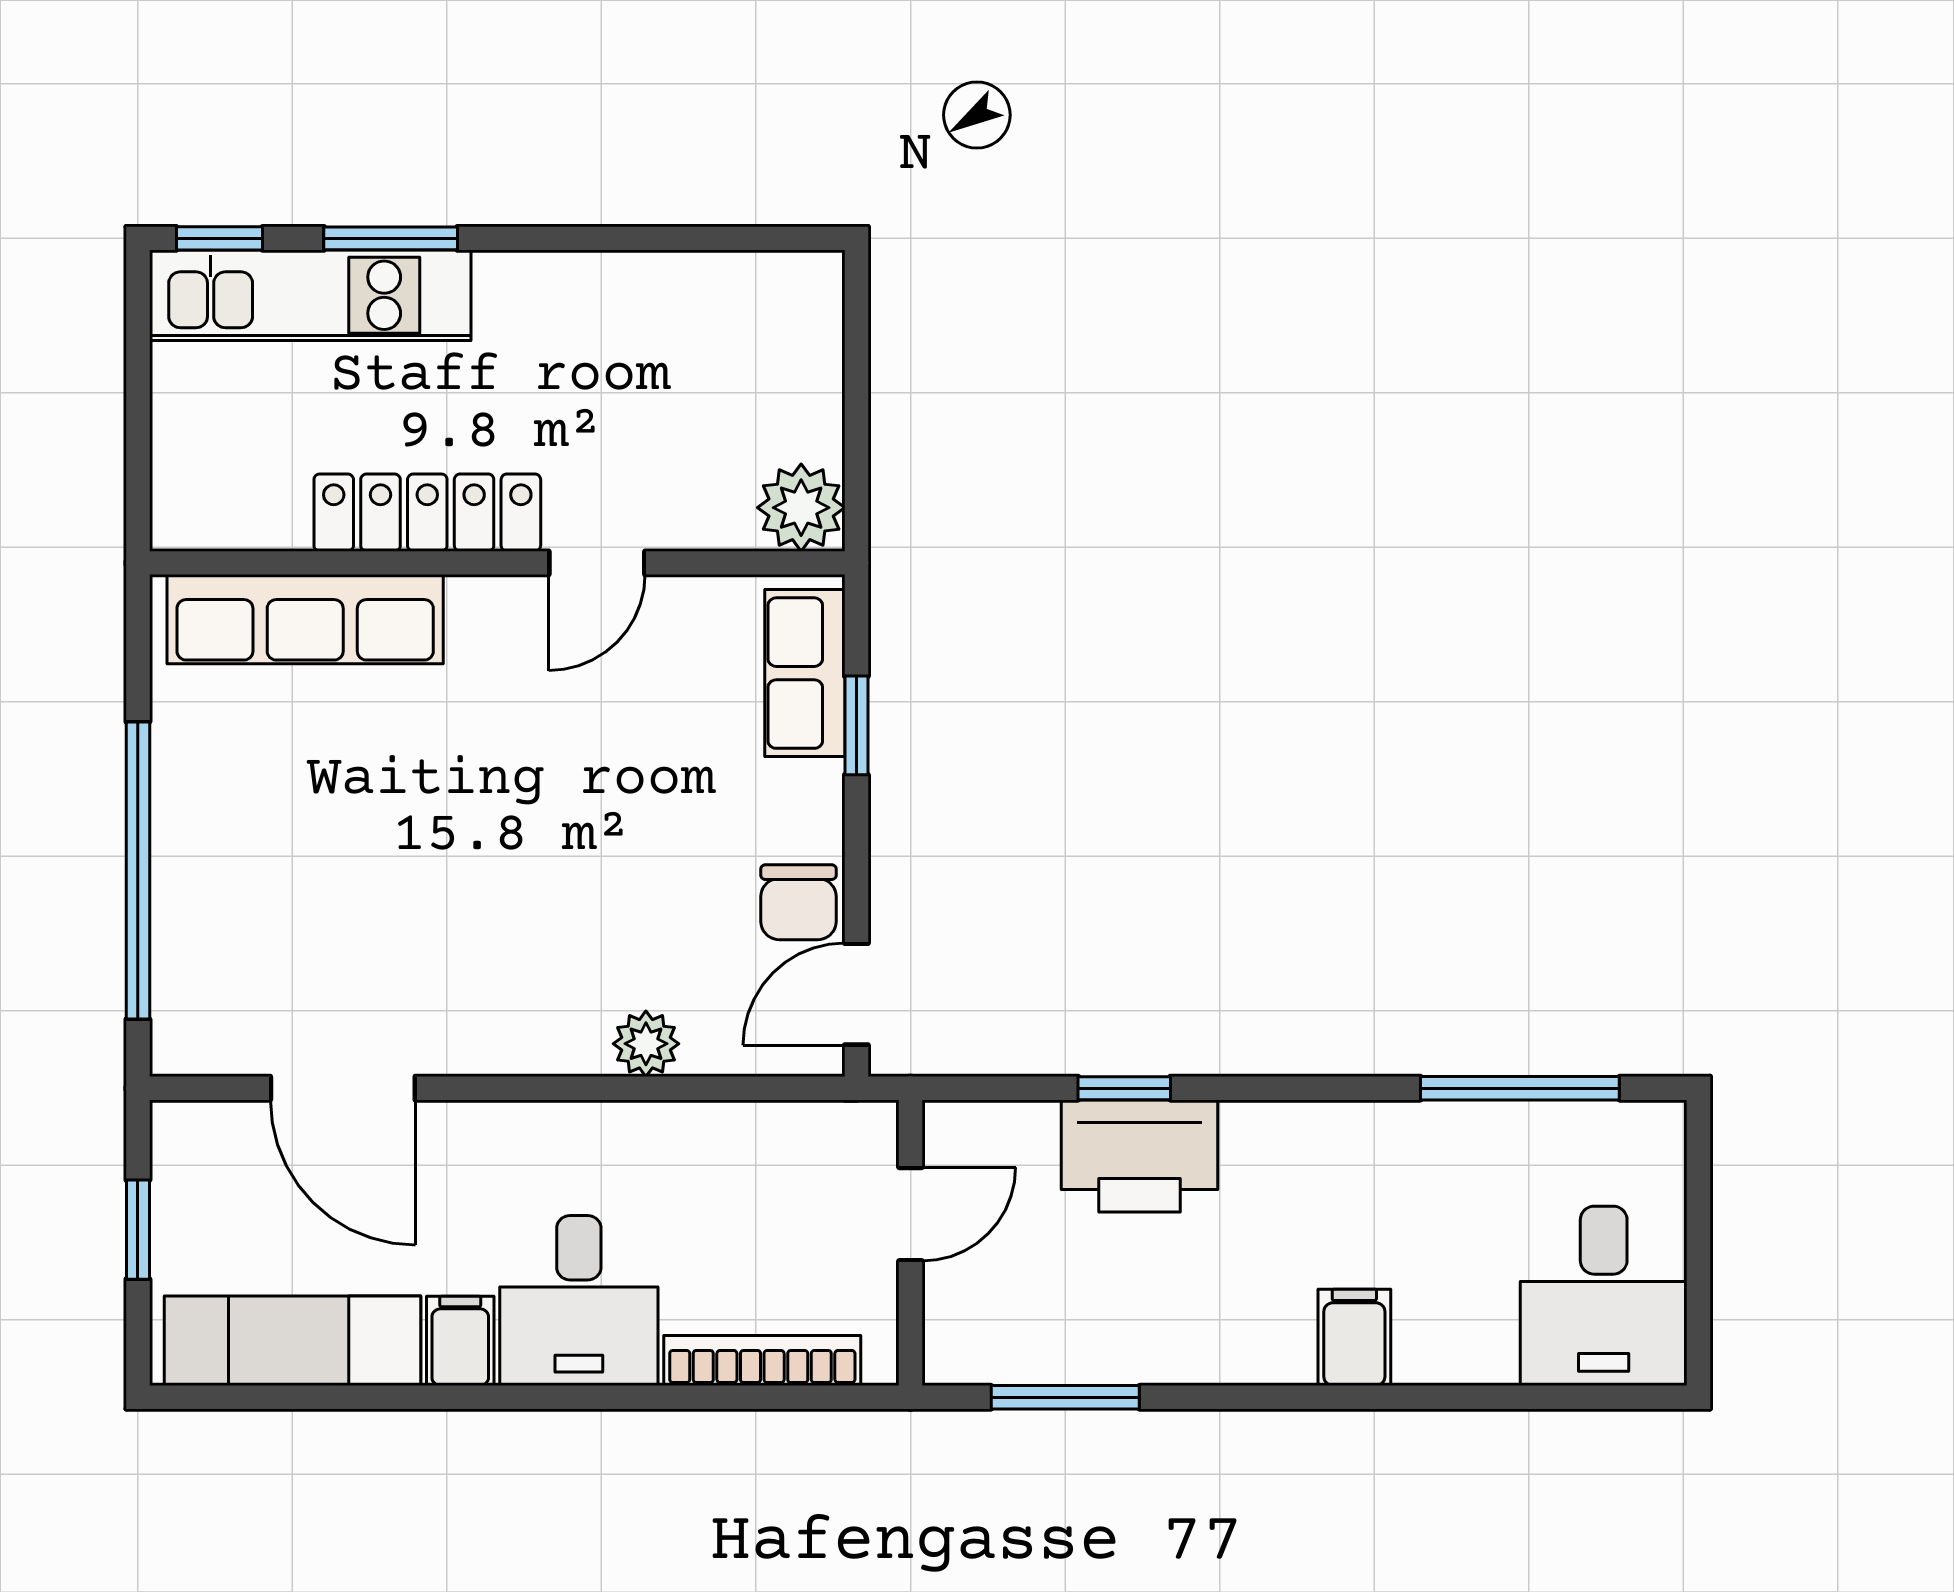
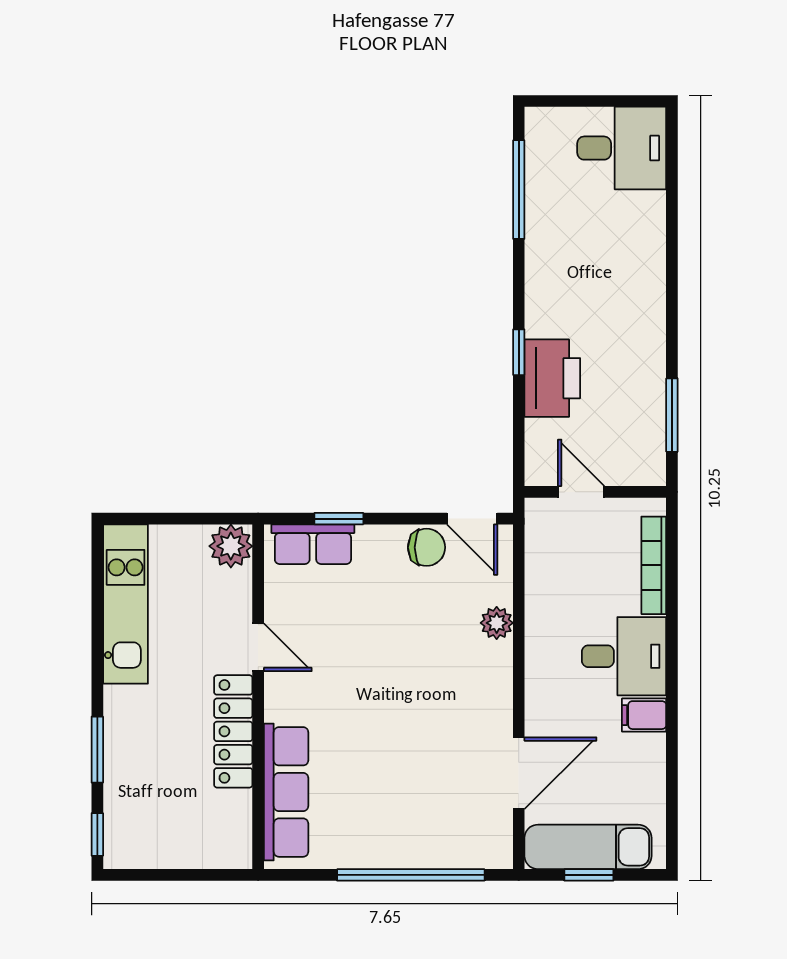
kitchen unit: (310, 295) -> (126, 604), moved
window: (1124, 1088) -> (519, 352), moved
filing cabinet: (1354, 1337) -> (642, 272), removed
exam couch: (292, 1341) -> (588, 847), moved, turned 90

